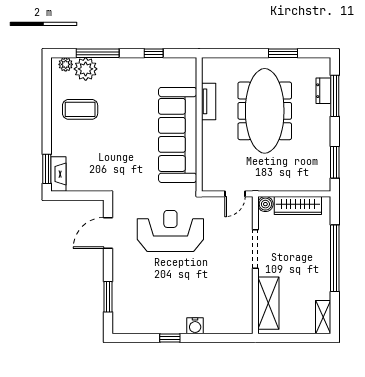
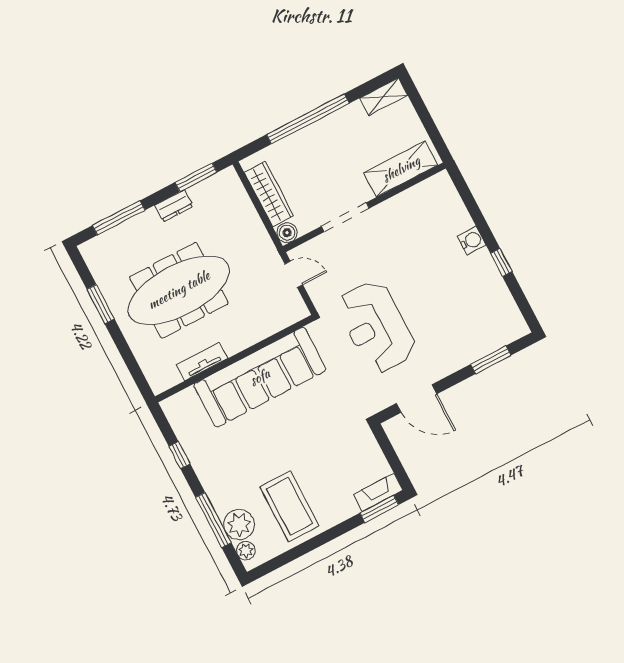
dresser: (323, 91) -> (174, 206), moved
coffee table: (80, 109) -> (290, 506), width x1.36, depth x1.32

